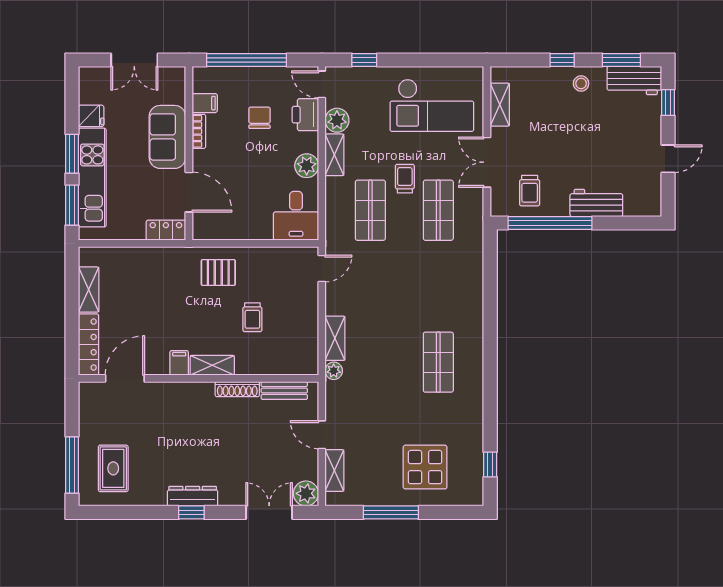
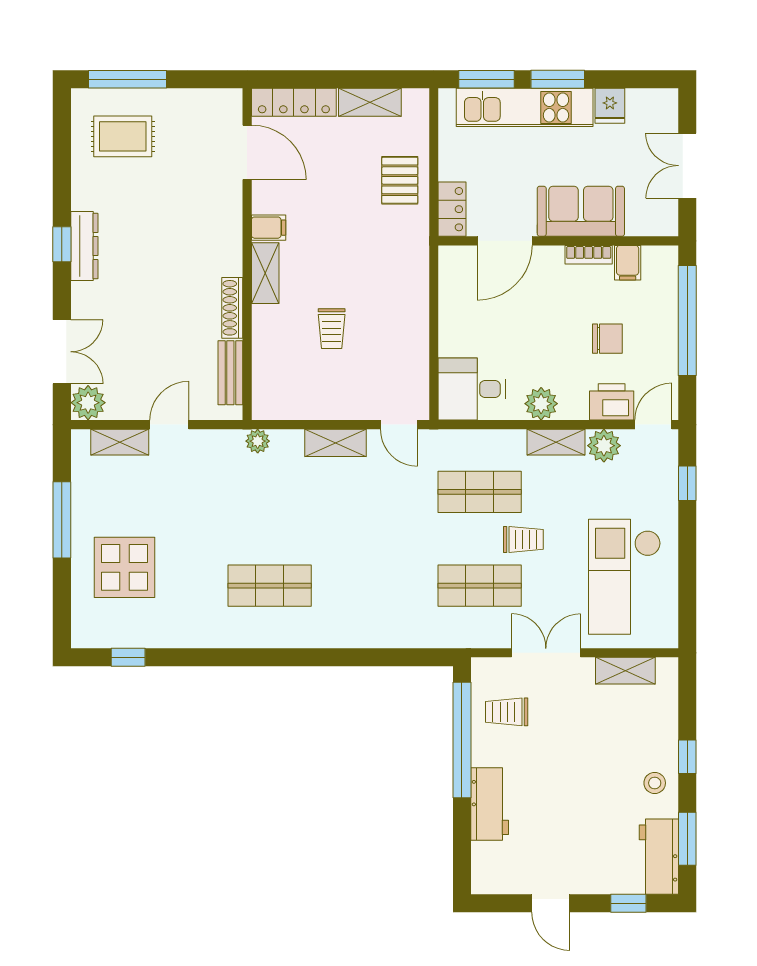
pallet: (218, 273) -> (400, 180), moved
trolley: (252, 317) -> (332, 329), turned -90
shelving: (335, 338) -> (335, 443), moved

